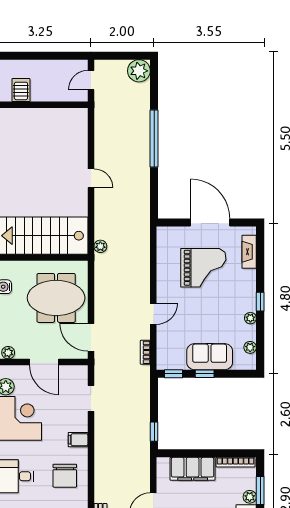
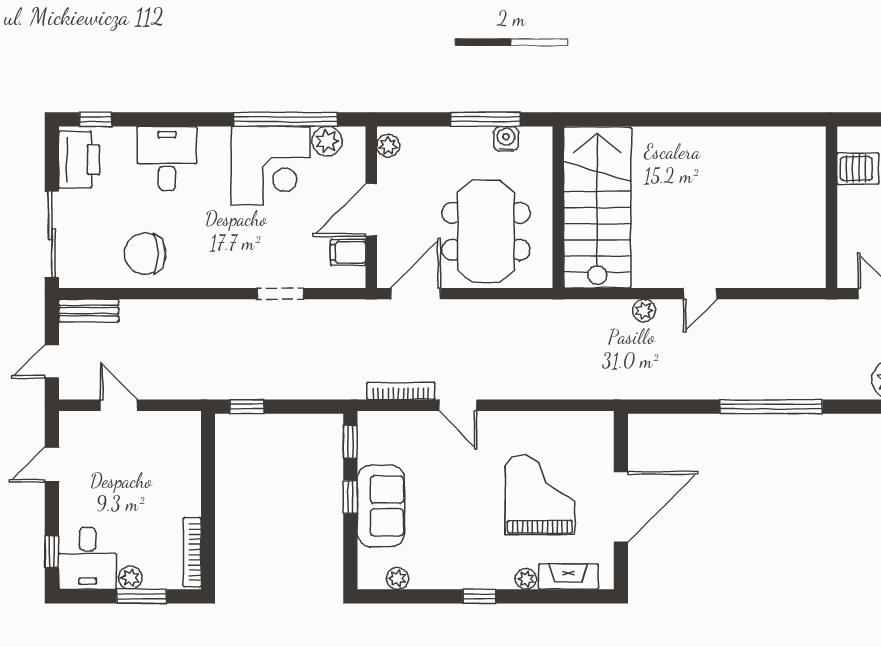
plant: (100, 246) -> (644, 311), moved
grand piano: (203, 268) -> (540, 495), turned 180
plant: (250, 318) -> (526, 579), moved
bookcase: (145, 352) -> (401, 391), width x1.56
doorway: (91, 398) -> (280, 294), moved
filing cabinet: (78, 440) -> (348, 252), moved, turned -90
filing cabinet: (193, 469) -> (180, 475), removed
chair: (65, 476) -> (145, 254), moved

